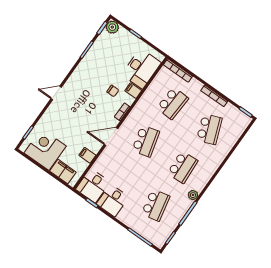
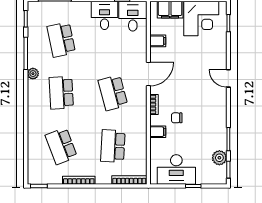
plant: (112, 27) -> (219, 158), moved
desk: (141, 69) -> (176, 170), moved, turned -90
door: (56, 93) -> (228, 78), swing flipped

